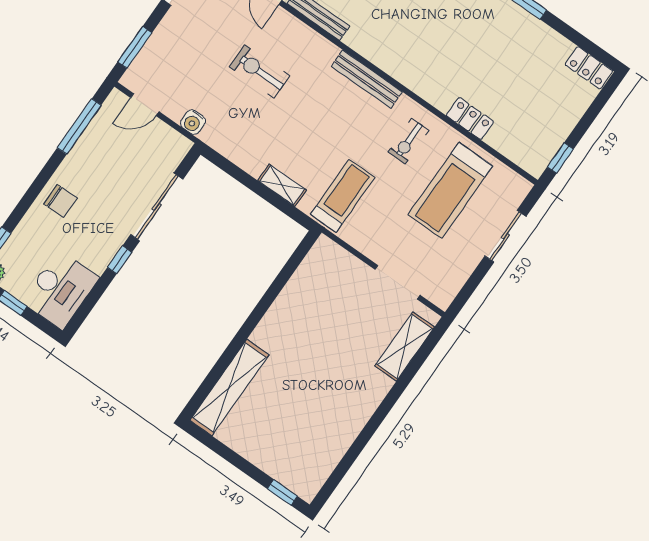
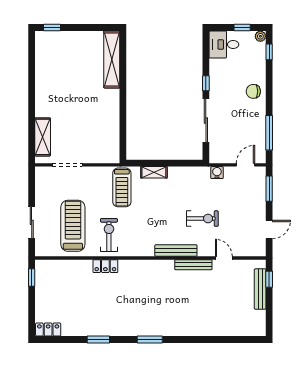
bench: (367, 79) -> (176, 250), moved
locker: (470, 118) -> (105, 266), moved
exercise bike: (408, 141) -> (109, 235), width x1.38, depth x1.39
desk: (60, 290) -> (224, 45), width x0.73

